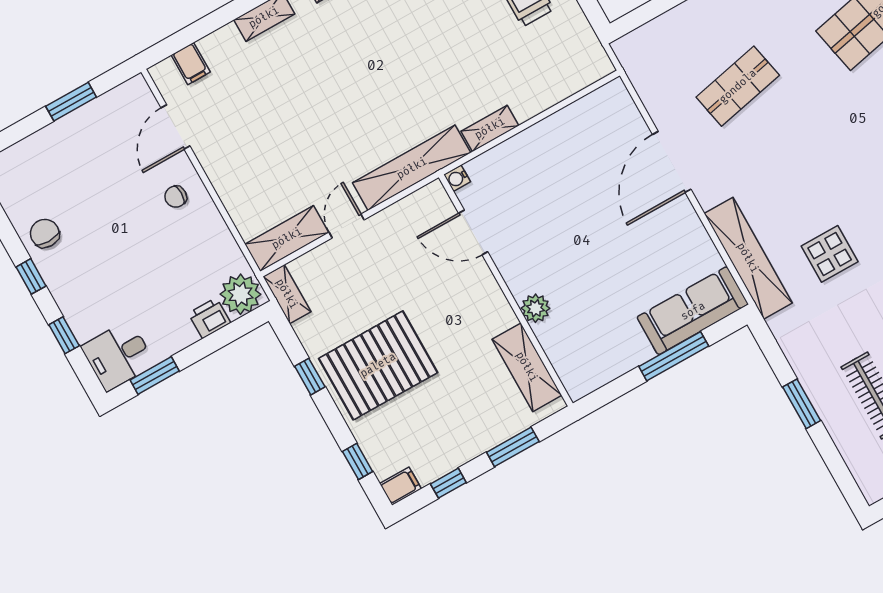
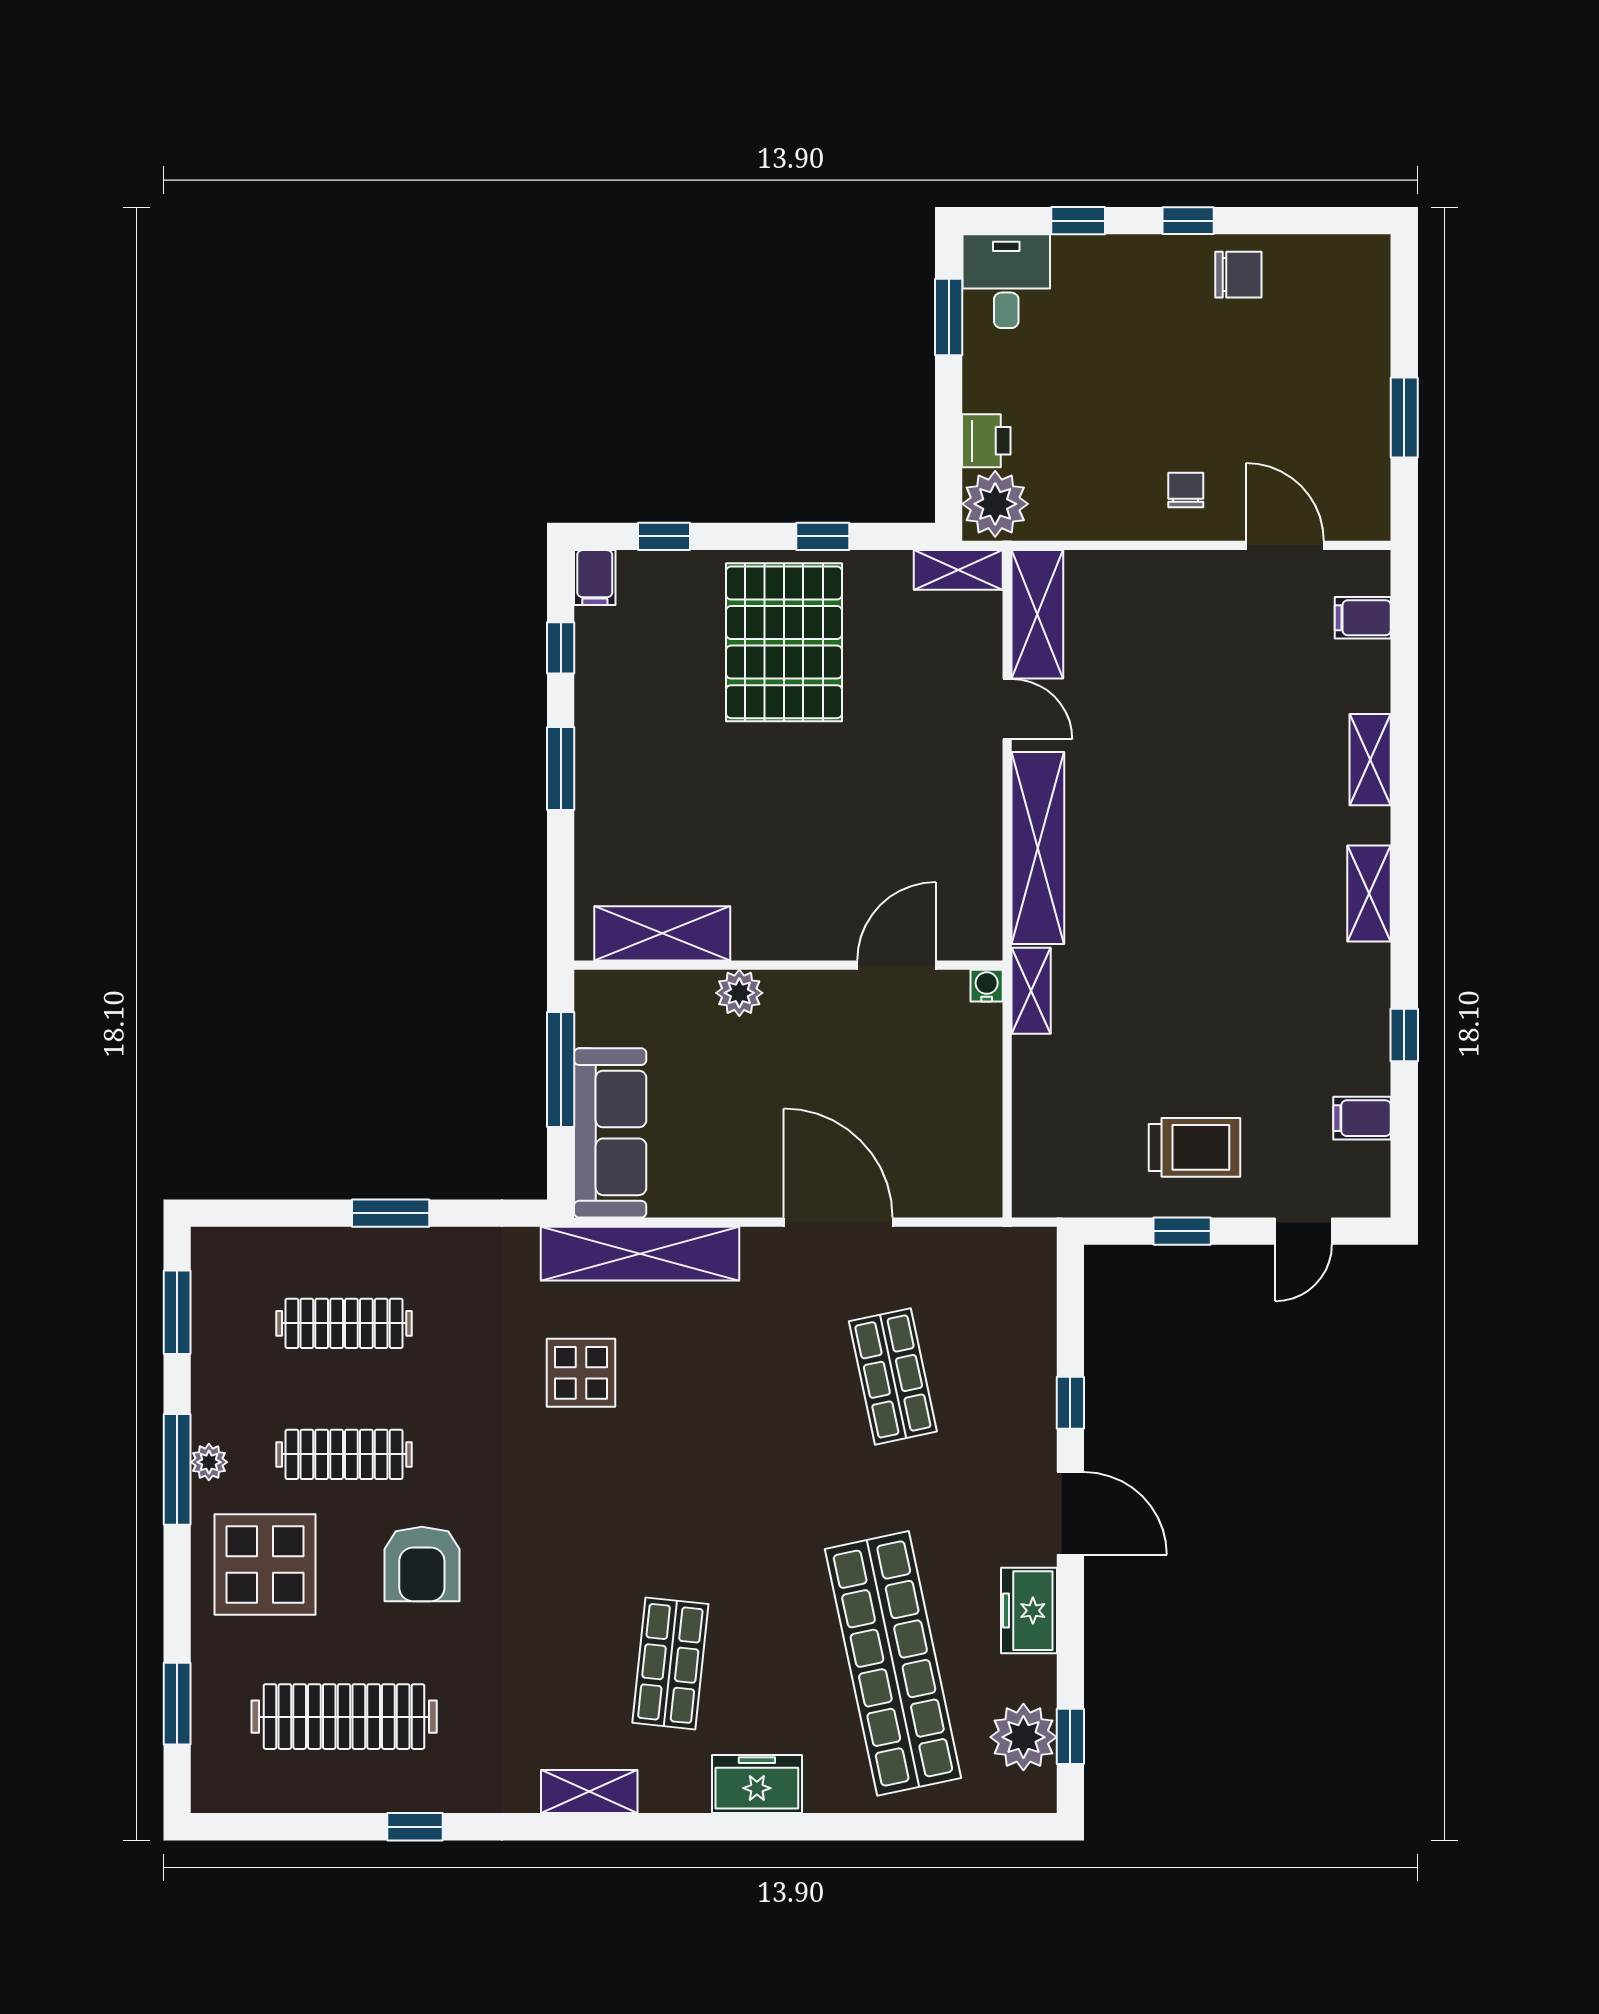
water cooler: (457, 178) -> (987, 986), moved
door: (473, 233) -> (897, 965), moved
wall: (506, 290) -> (788, 965), moved
plant: (535, 308) -> (739, 993), moved
shelving: (527, 367) -> (662, 933), moved

